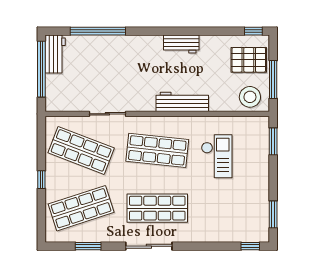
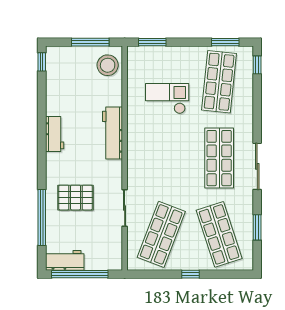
pallet: (249, 60) -> (76, 198), moved, turned 90
shop shelf: (157, 150) -> (219, 82), moved

